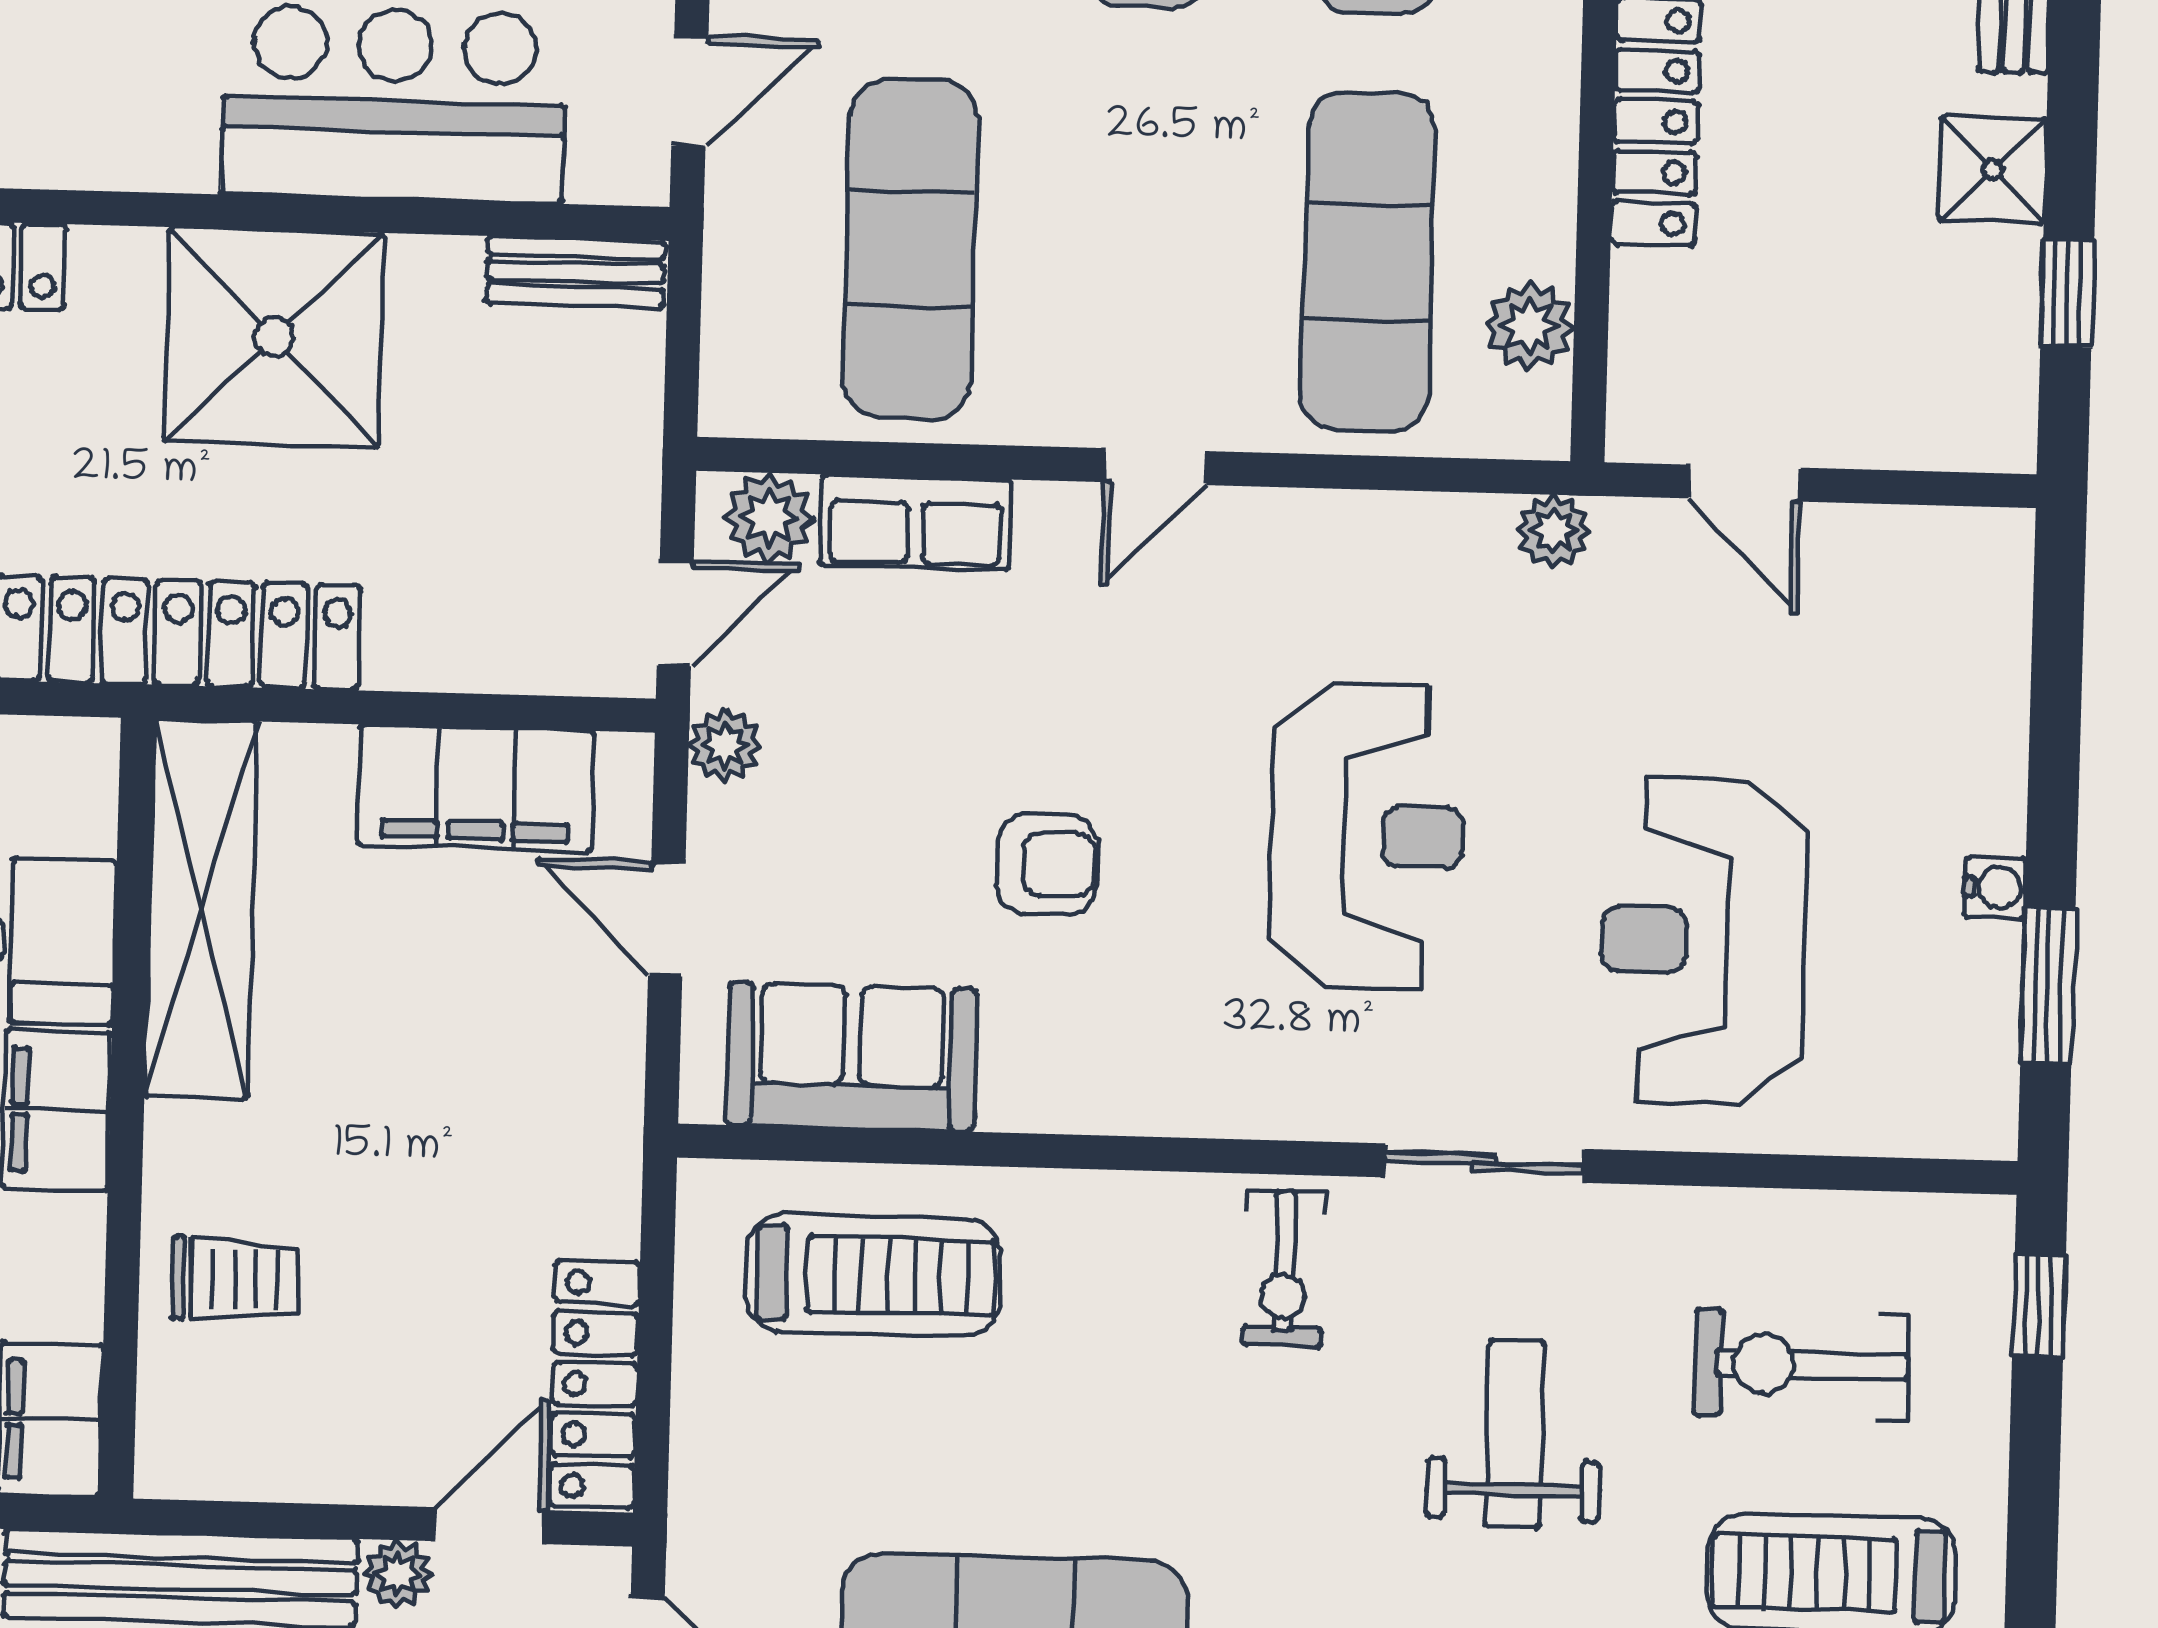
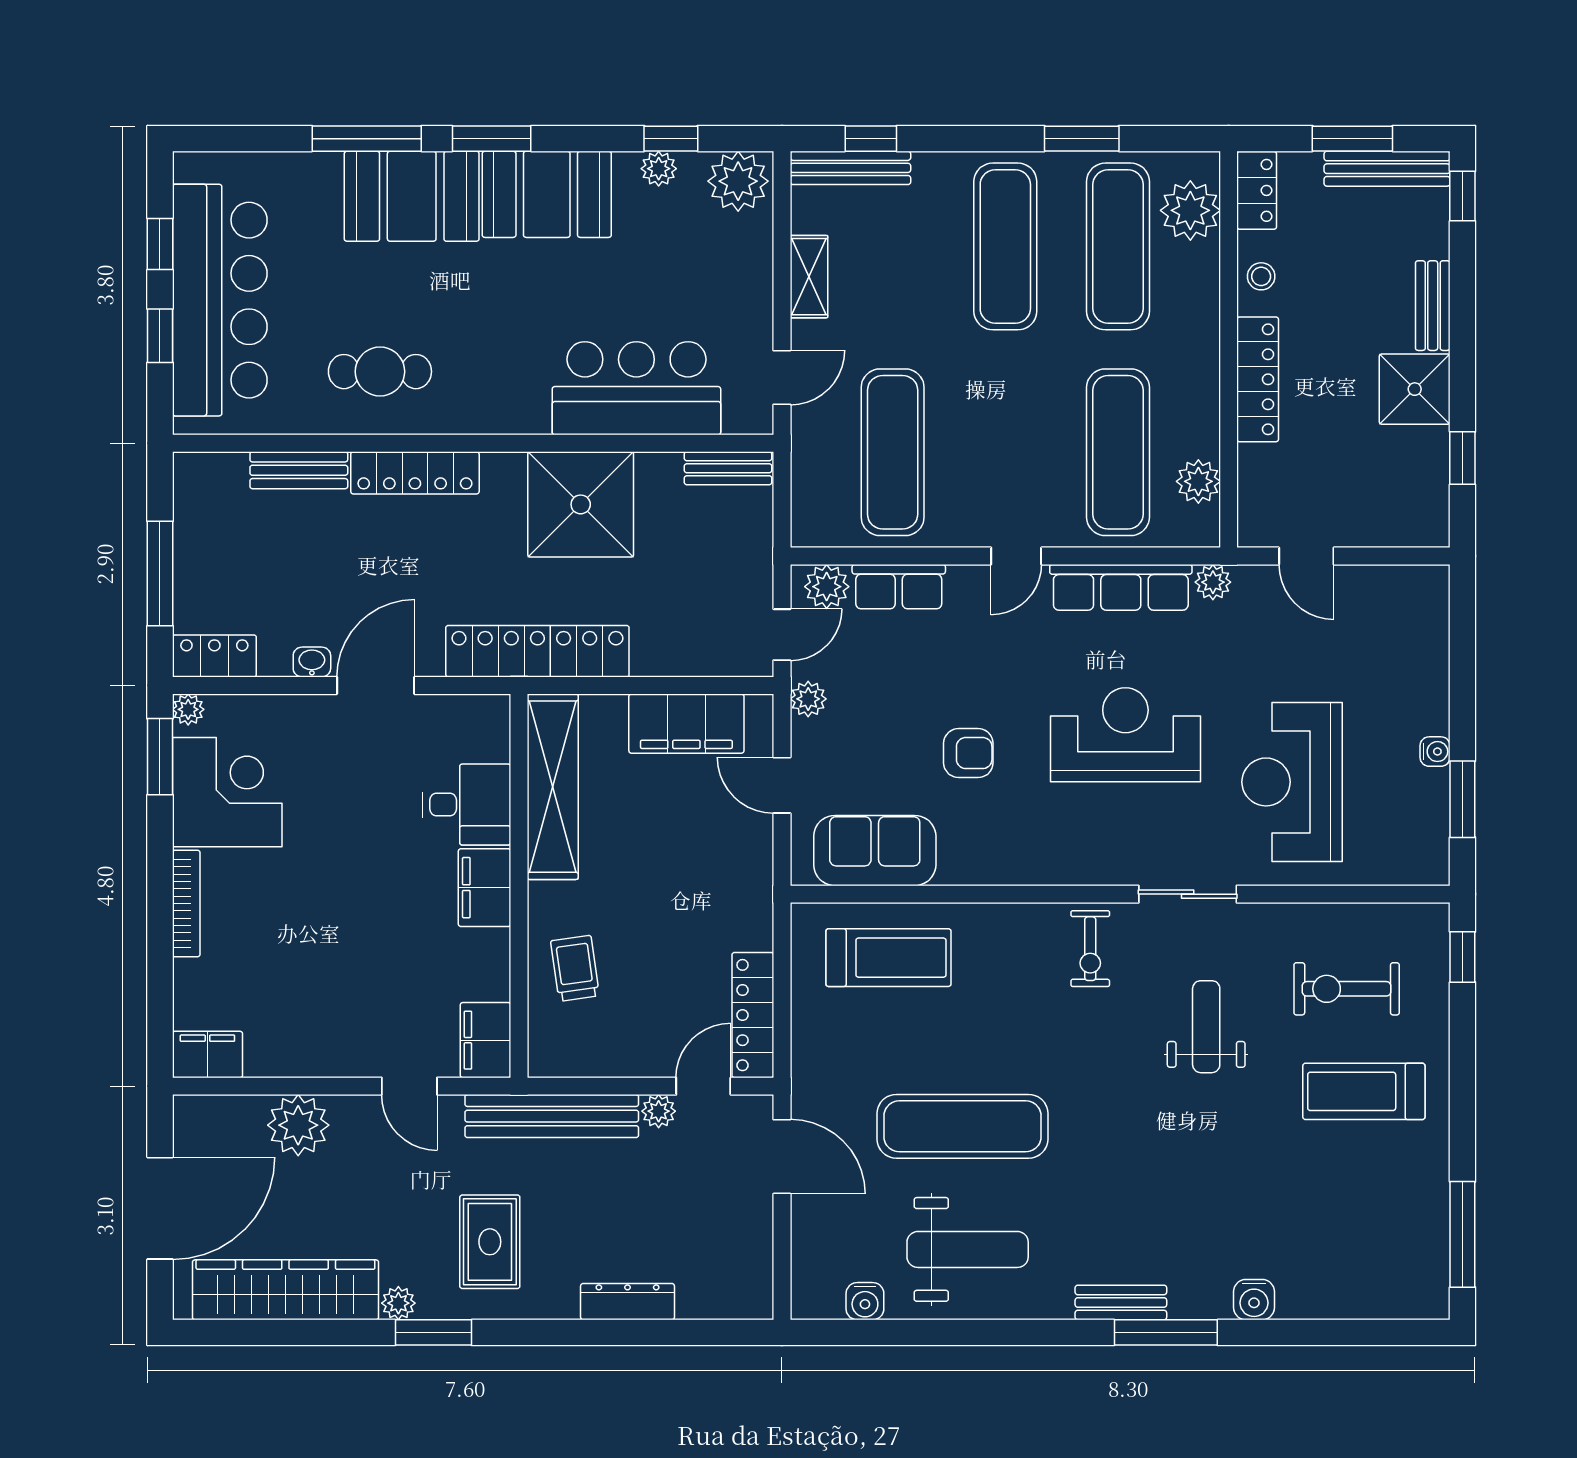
shower: (1993, 170) -> (1415, 389), width x1.36, depth x1.36
row of seats: (1366, 536) -> (1121, 587), added
reception desk: (1367, 836) -> (1125, 735), turned -90
trolley: (236, 1279) -> (575, 968), turned -98

